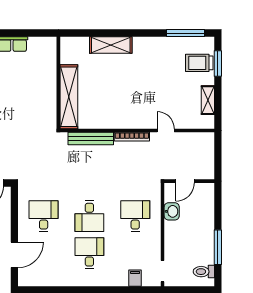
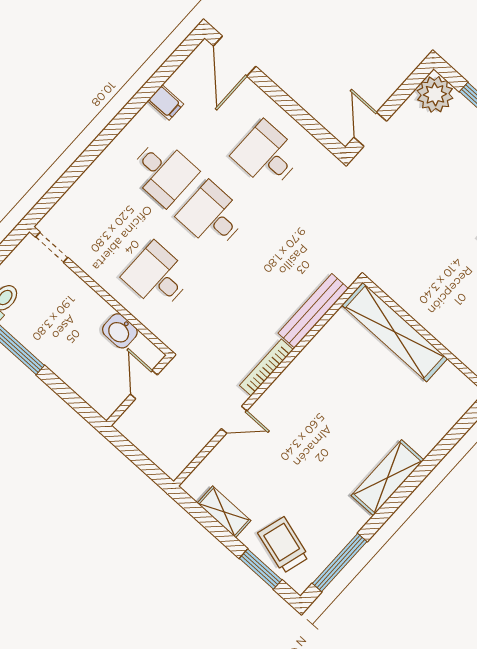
shelving: (111, 45) -> (387, 478), moved
trolley: (199, 63) -> (284, 545), turned -74
desk: (44, 216) -> (267, 155), turned 180
desk: (135, 216) -> (157, 277), turned 180
door: (14, 255) -> (235, 56), moved
filing cabinet: (135, 278) -> (166, 102), moved

